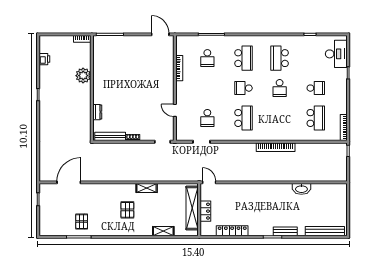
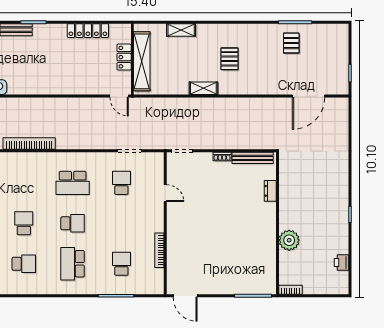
school desk: (280, 58) -> (24, 264), width x0.54
school desk: (243, 118) -> (73, 183), turned -90

